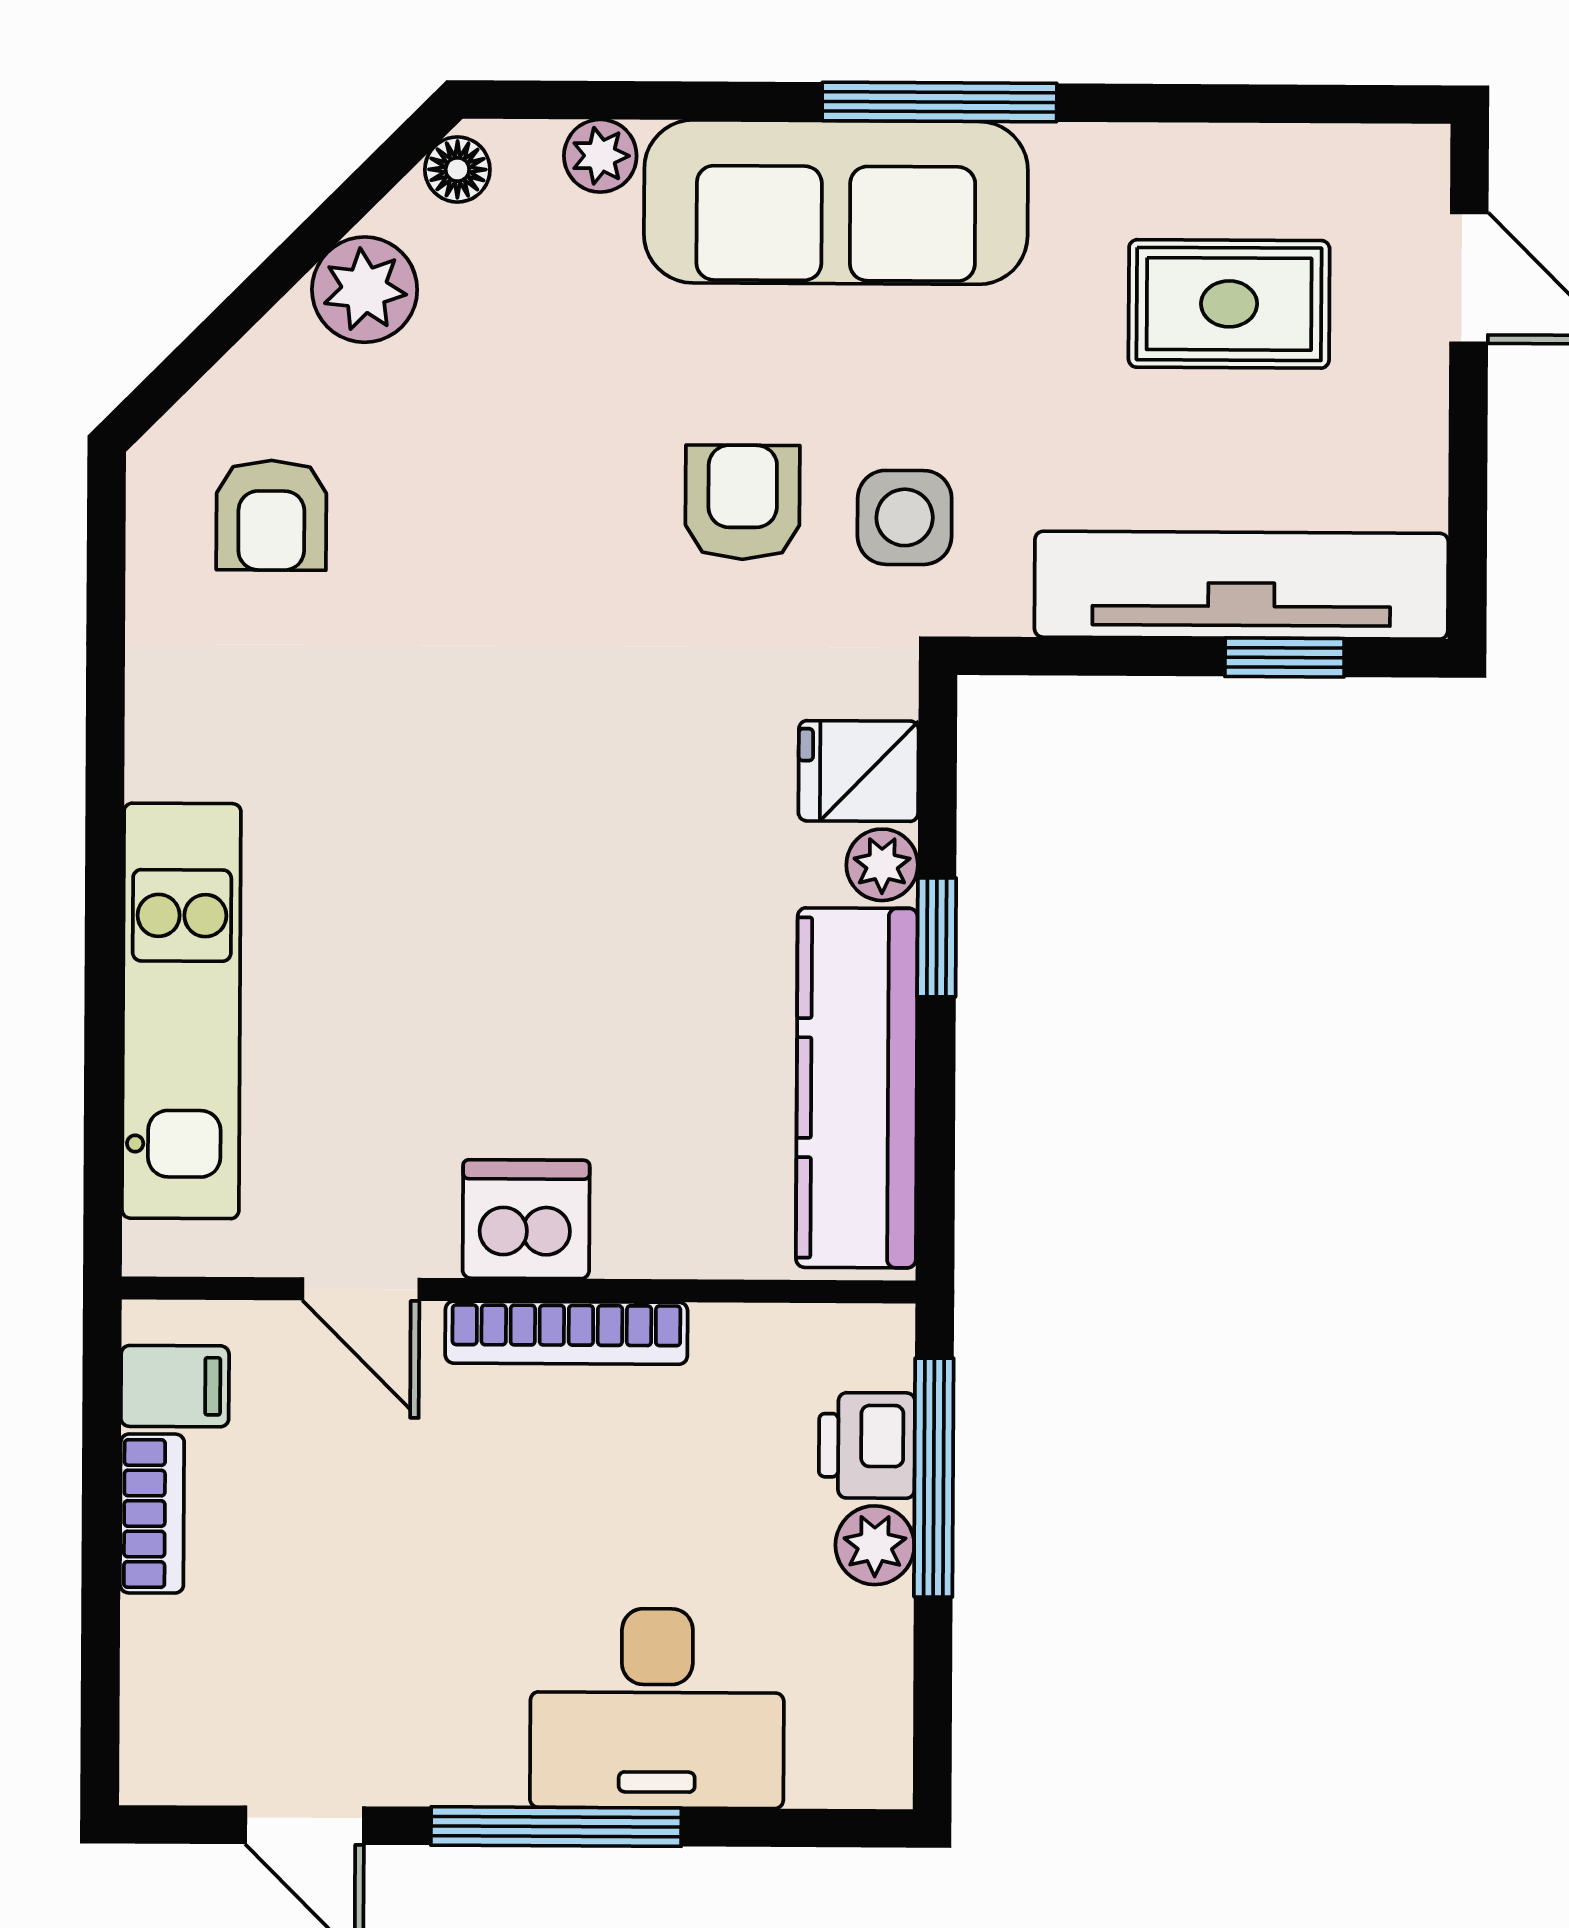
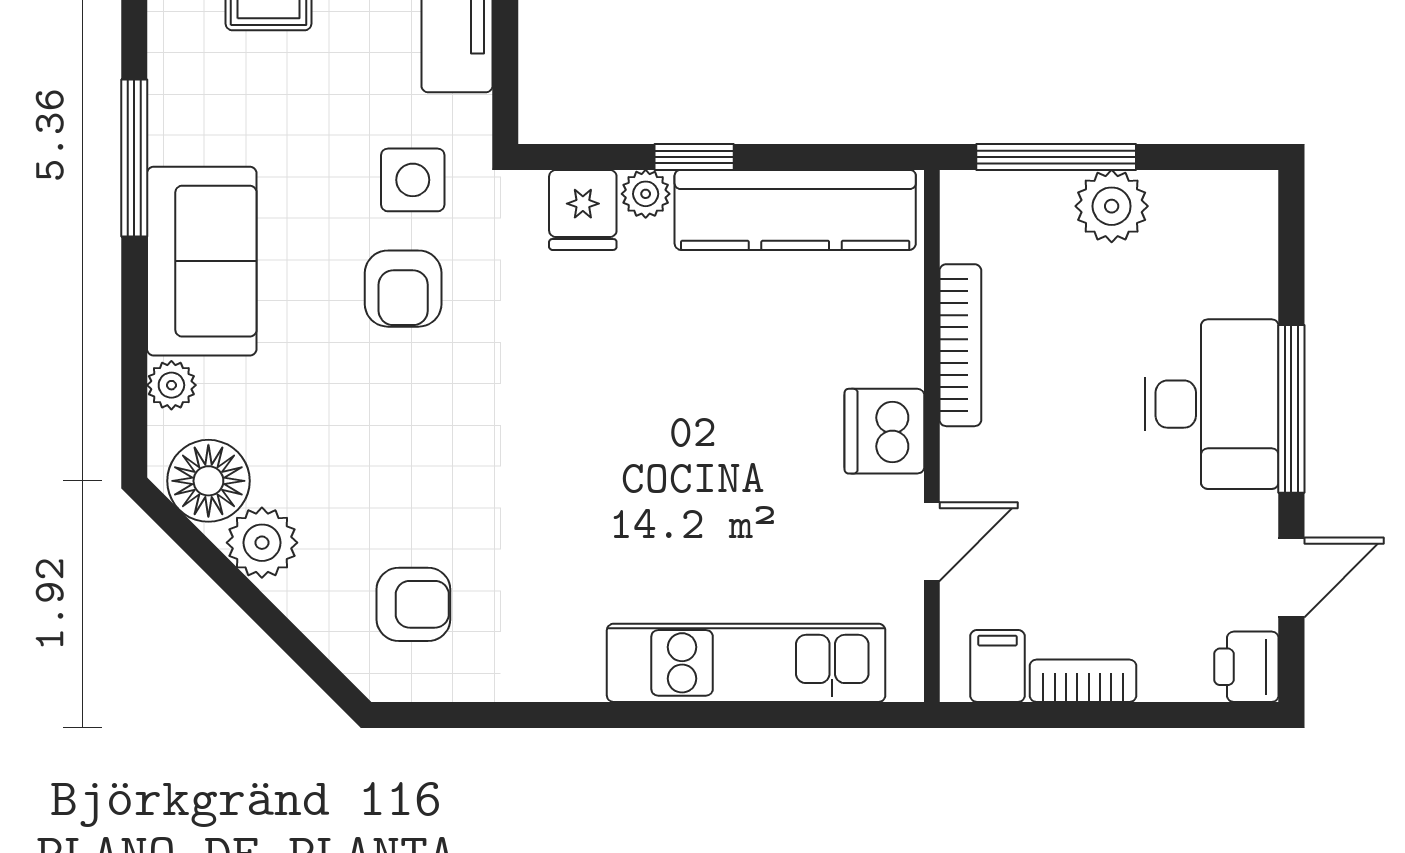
floor lamp: (457, 169) -> (208, 481), width x1.89, depth x1.89
sofa: (836, 202) -> (202, 261), width x0.73
armchair: (743, 502) -> (403, 289), turned -90
bookcase: (566, 1333) -> (960, 345), moved
printer: (867, 1445) -> (1246, 667), moved, turned 90
plant: (875, 1545) -> (1112, 206), width x1.38, depth x1.38
desk: (657, 1708) -> (1212, 404), moved

